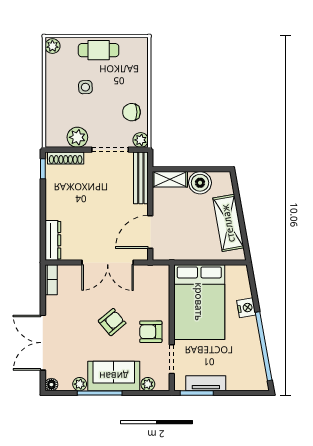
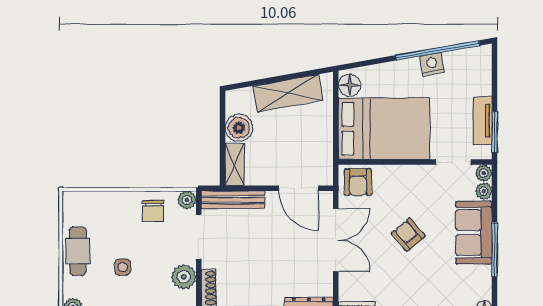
floor lamp: (235, 274) -> (349, 85), added
nightstand: (246, 308) -> (432, 64), moved
armchair: (151, 332) -> (358, 182), moved
plant: (80, 384) -> (484, 173), moved

